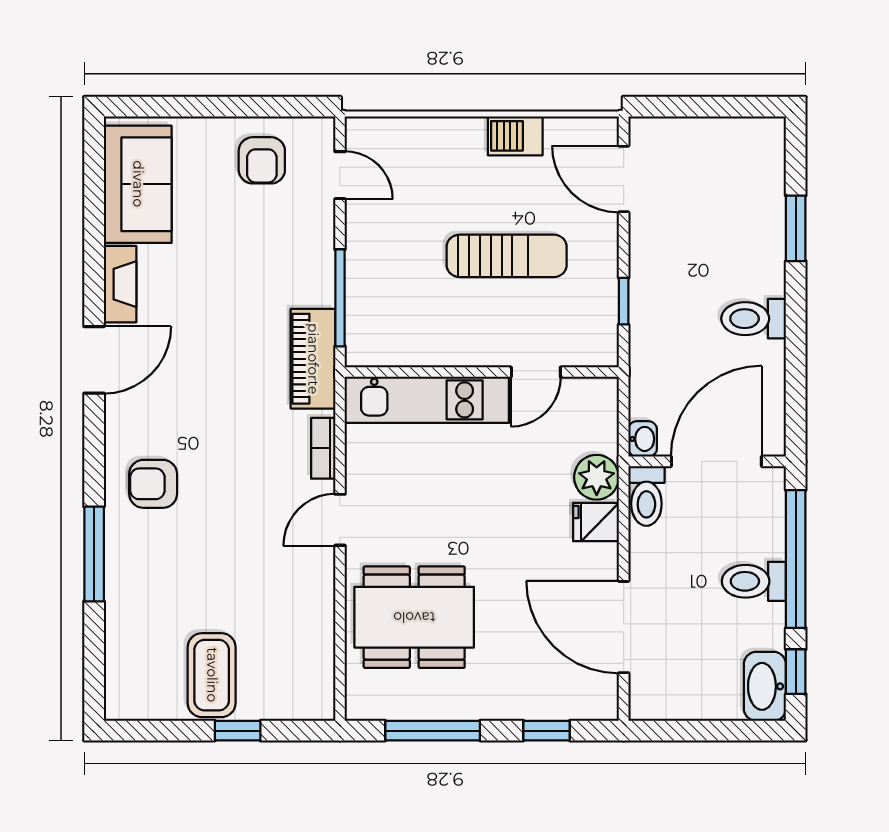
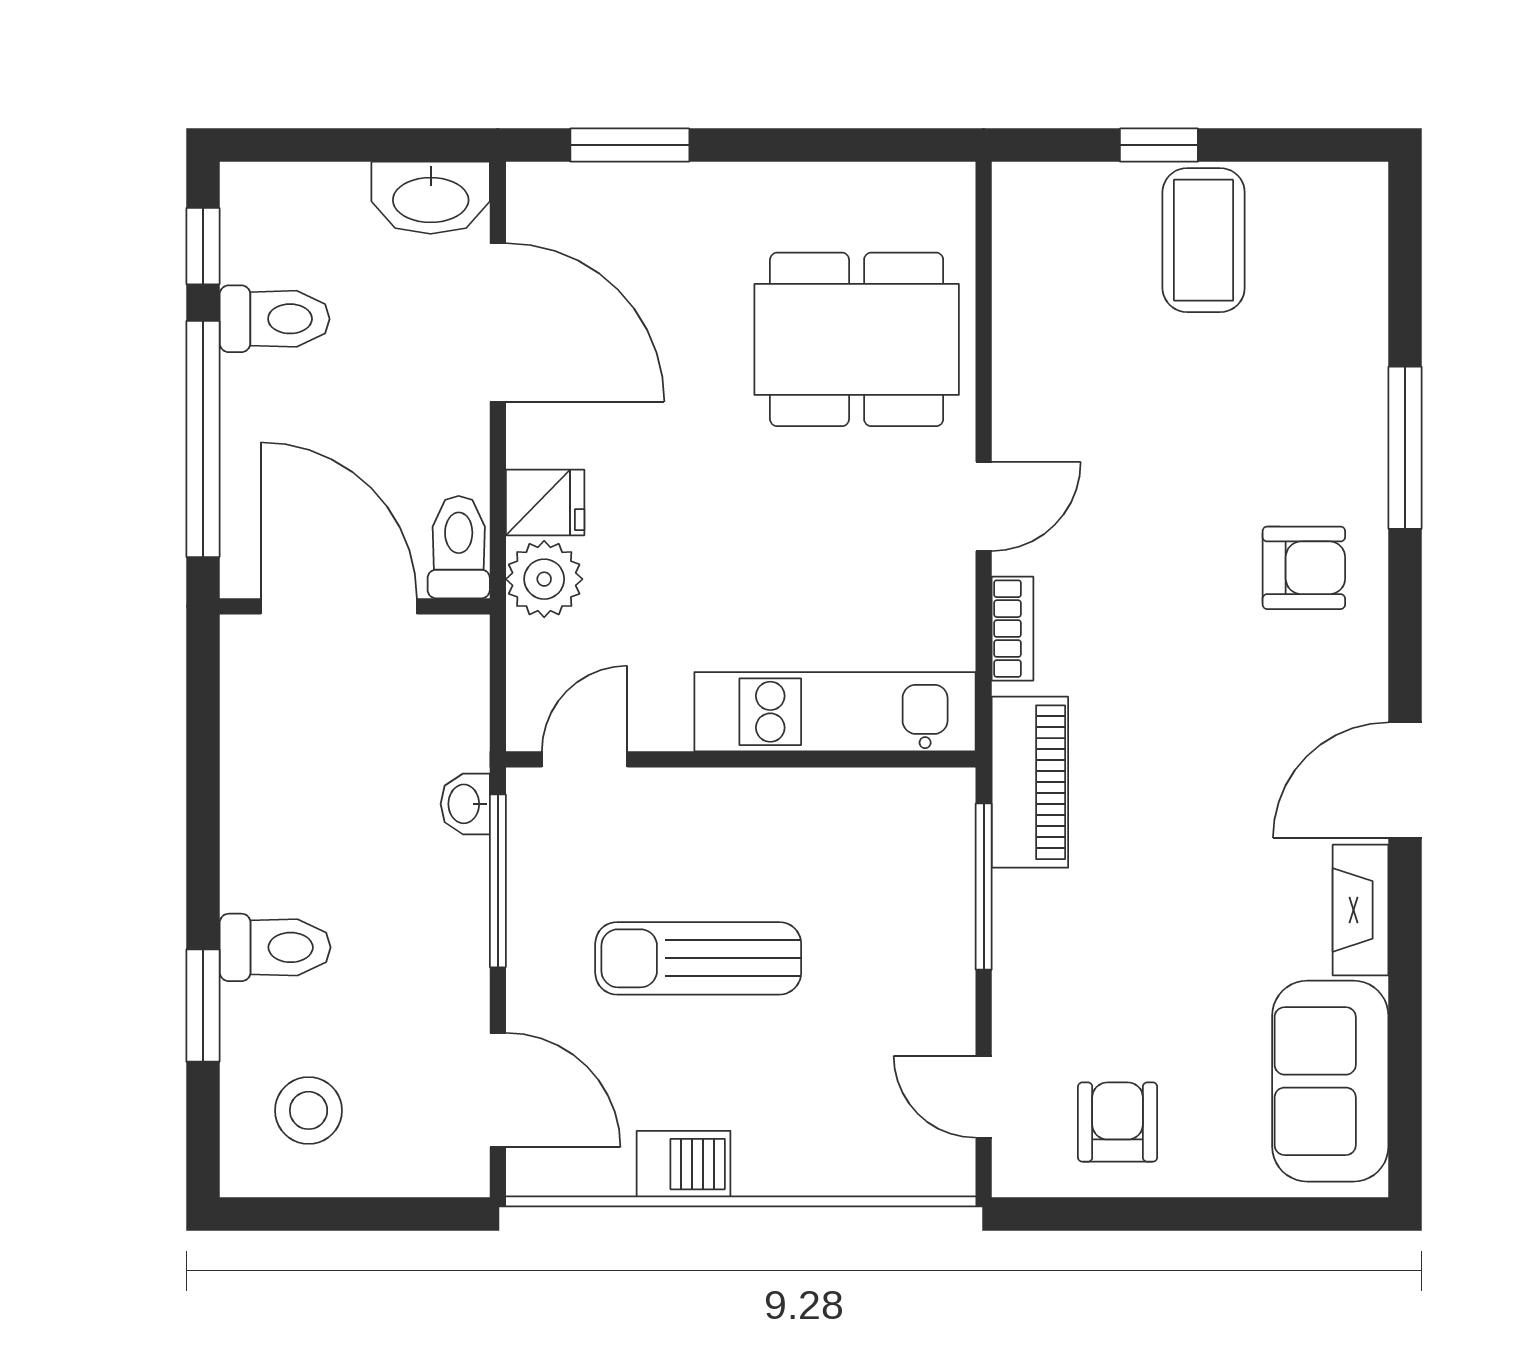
stool: (734, 167) -> (309, 1110), added
window: (624, 301) -> (498, 881), width x2.17
toilet: (754, 319) -> (275, 947), moved
door: (536, 372) -> (585, 759), moved
washbasin: (643, 439) -> (465, 804), moved
door: (716, 461) -> (339, 606), swing flipped
toilet: (754, 581) -> (275, 319), moved
washbasin: (765, 686) -> (431, 198), moved, turned 90
window: (433, 731) -> (825, 145), removed
window: (547, 731) -> (630, 145), width x1.50

